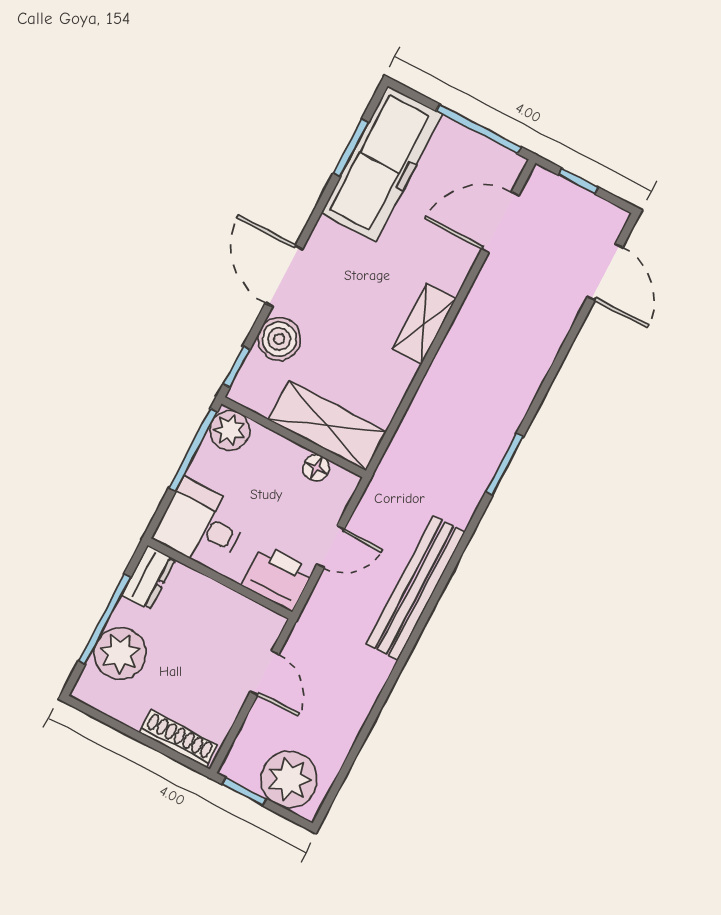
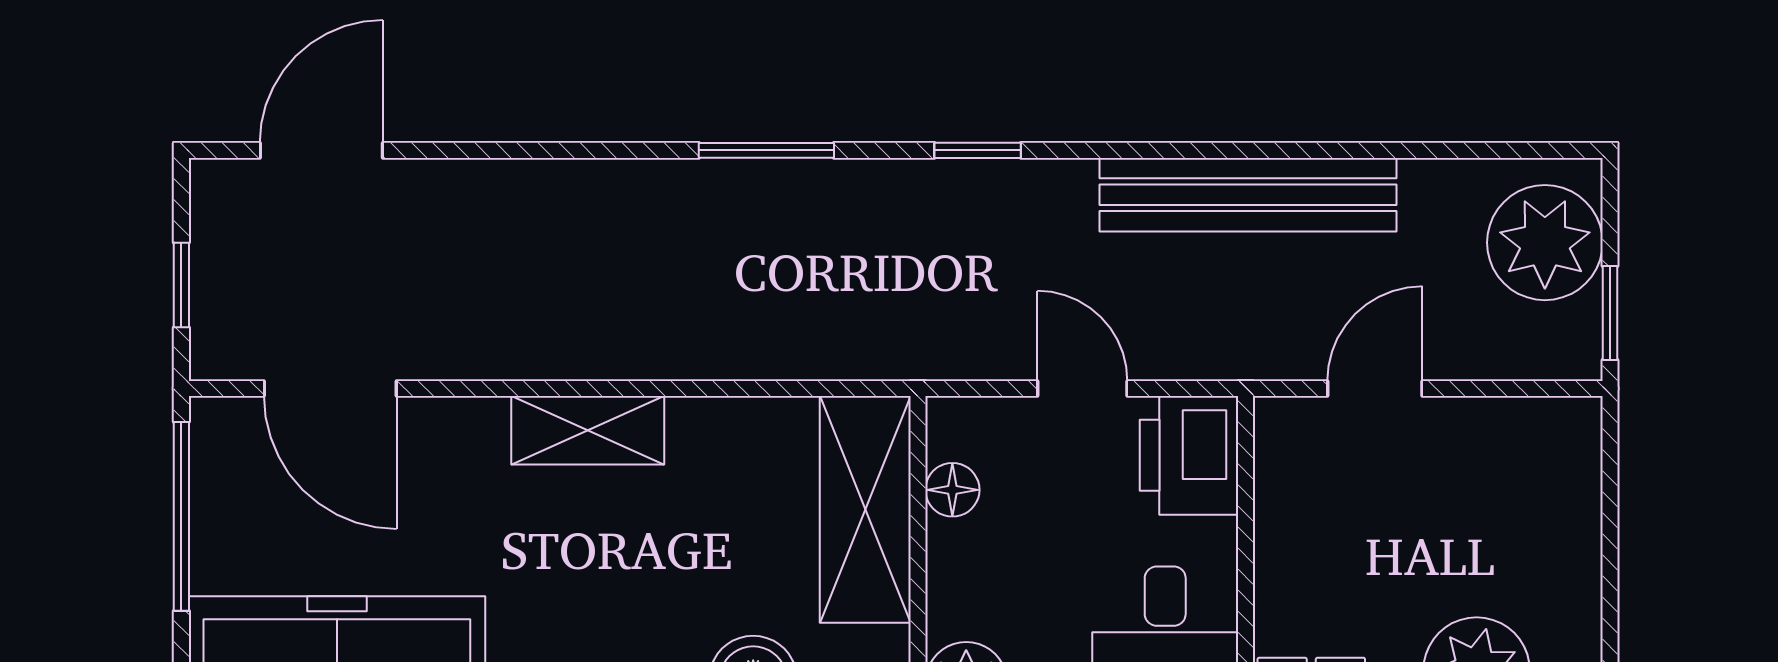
window: (457, 555) -> (978, 150), added
bench: (415, 588) -> (1248, 195), moved
shoe rack: (178, 739) -> (1576, 483), removed

